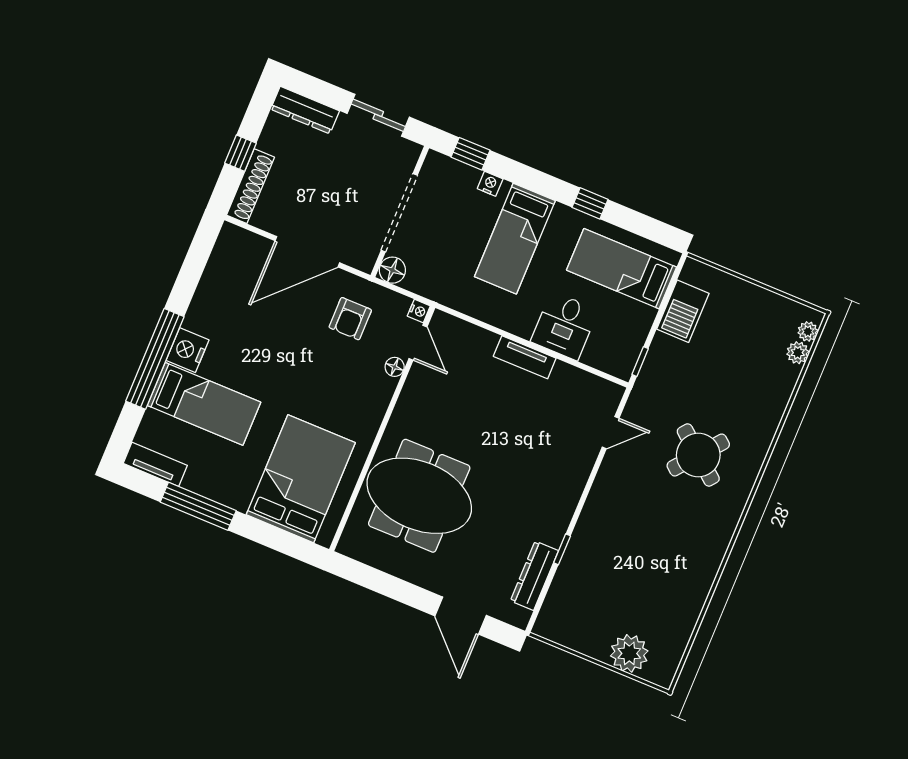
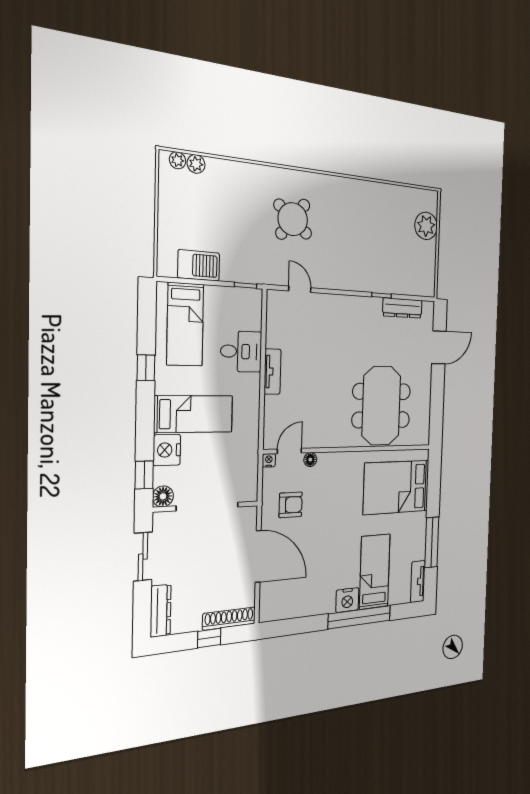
nightstand: (490, 184) -> (167, 450), width x1.89, depth x1.79
floor lamp: (392, 270) -> (163, 496), moved

